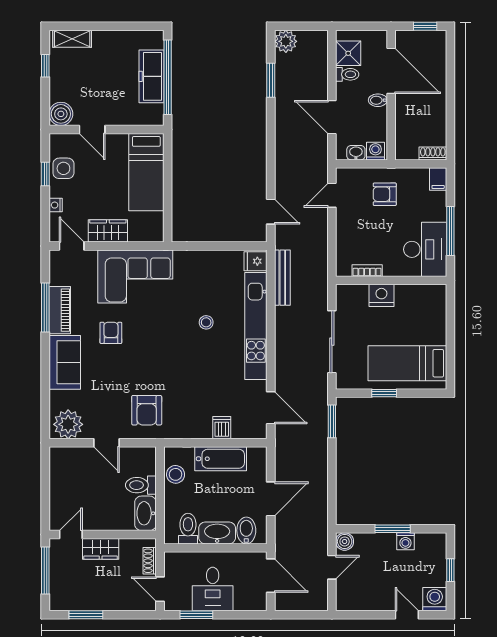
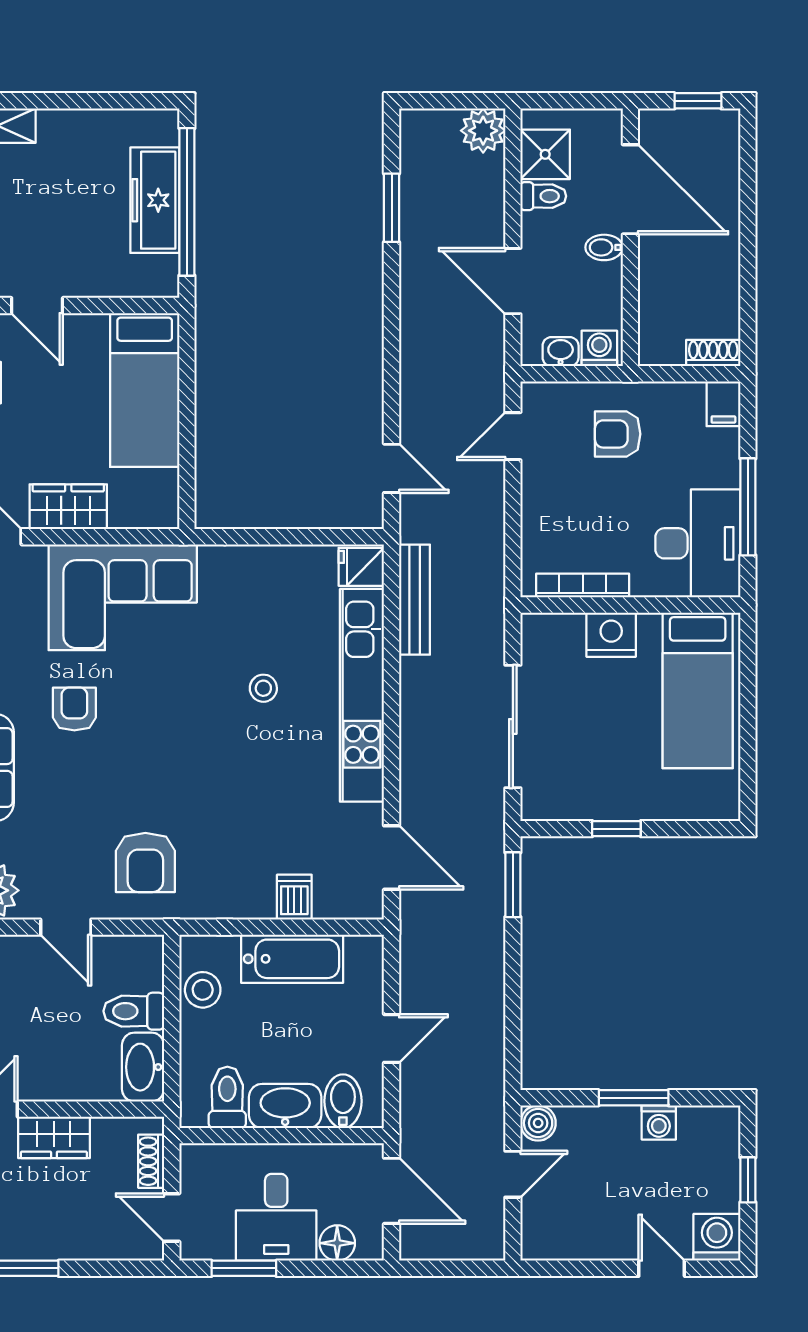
plant: (286, 41) -> (483, 131), moved
bookcase: (367, 271) -> (583, 585), width x1.56
bed: (407, 363) -> (698, 690), moved, turned -90
door: (271, 499) -> (392, 1038), width x0.73
floor lamp: (243, 602) -> (337, 1243), added

